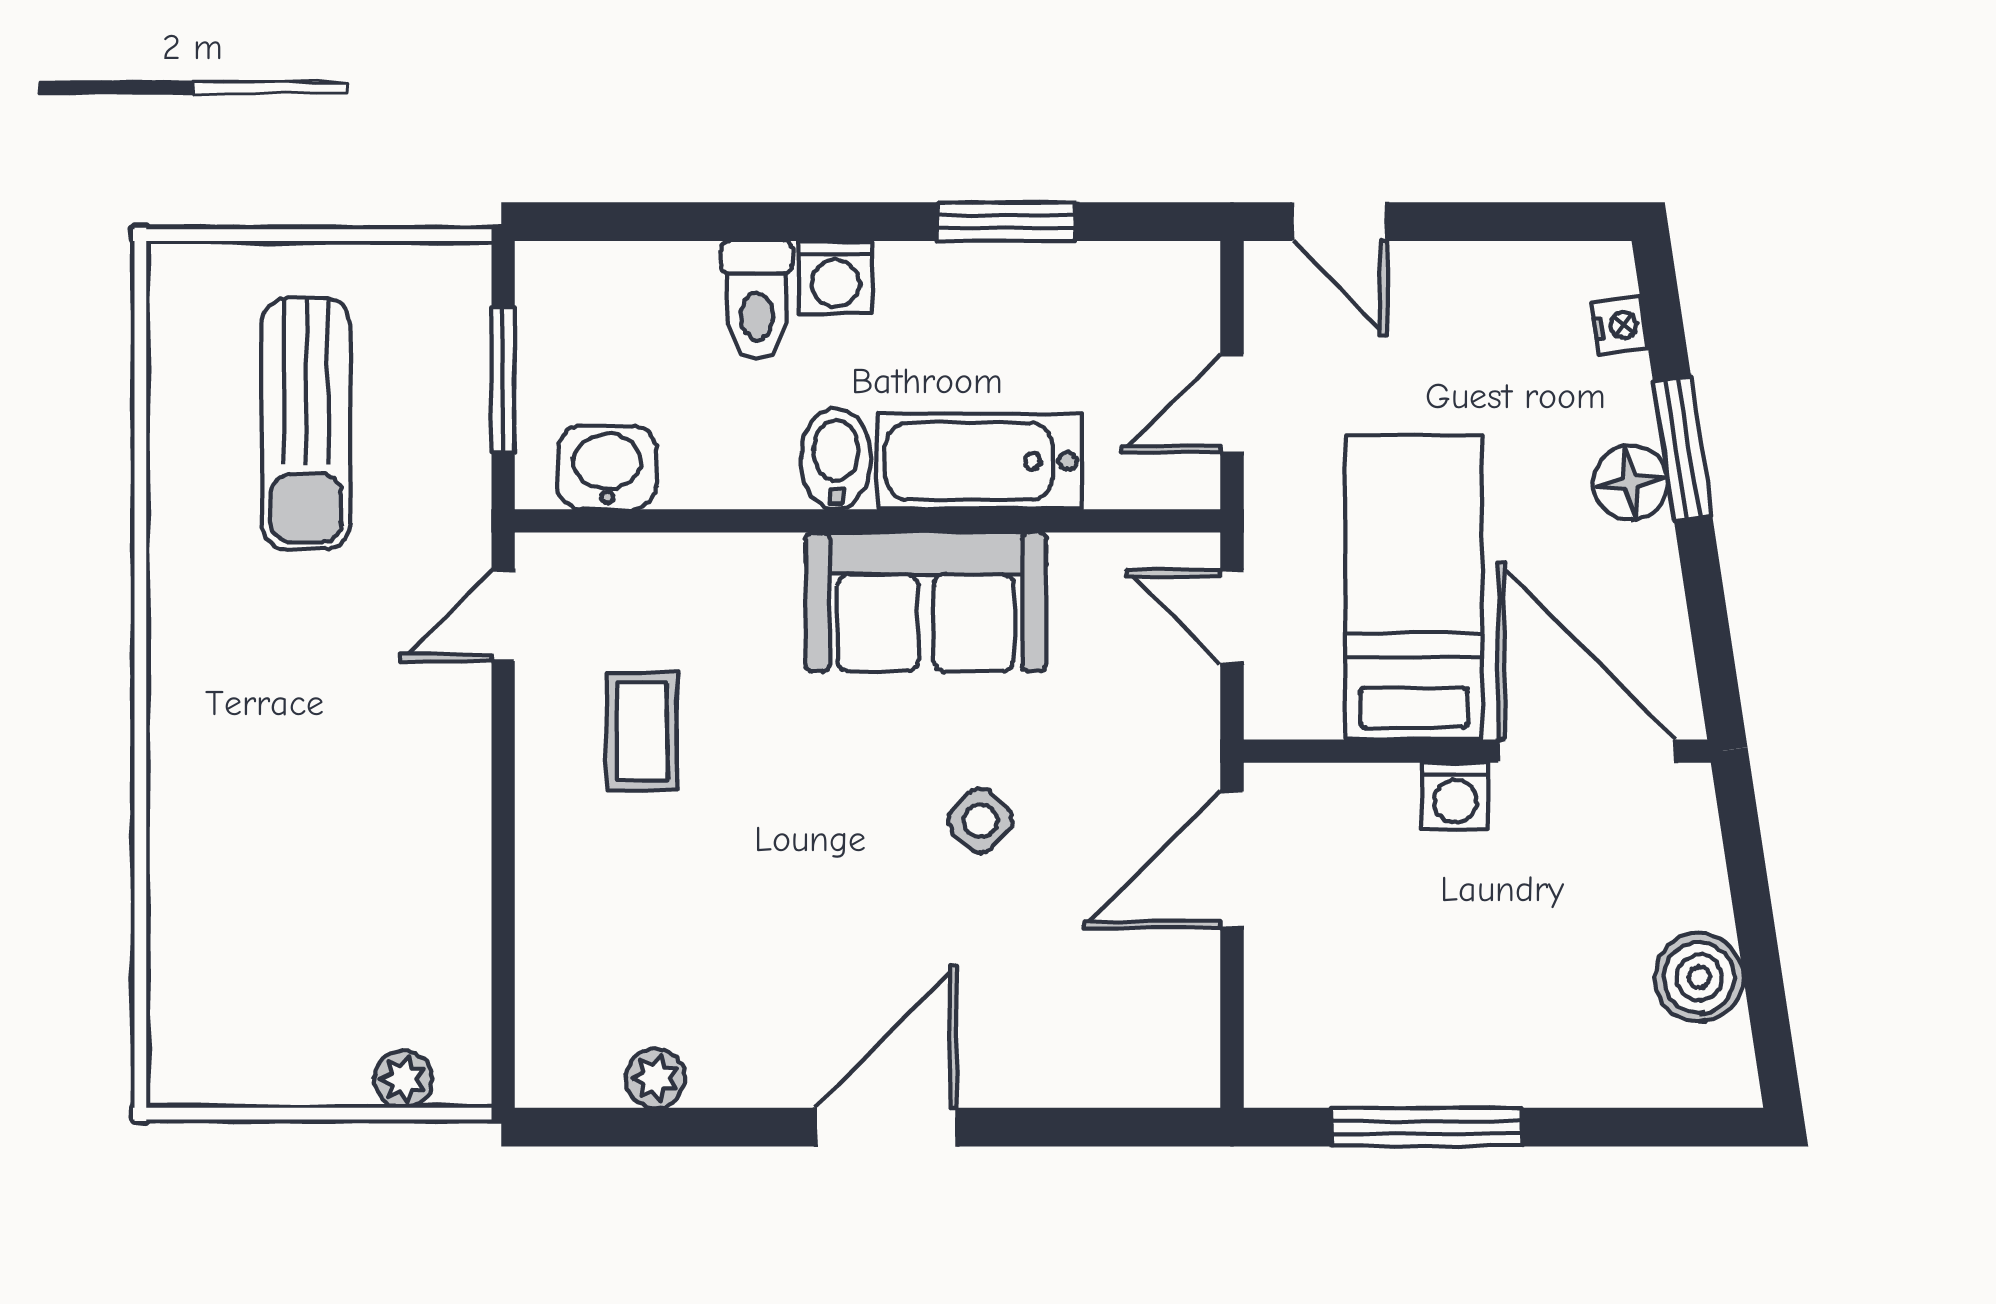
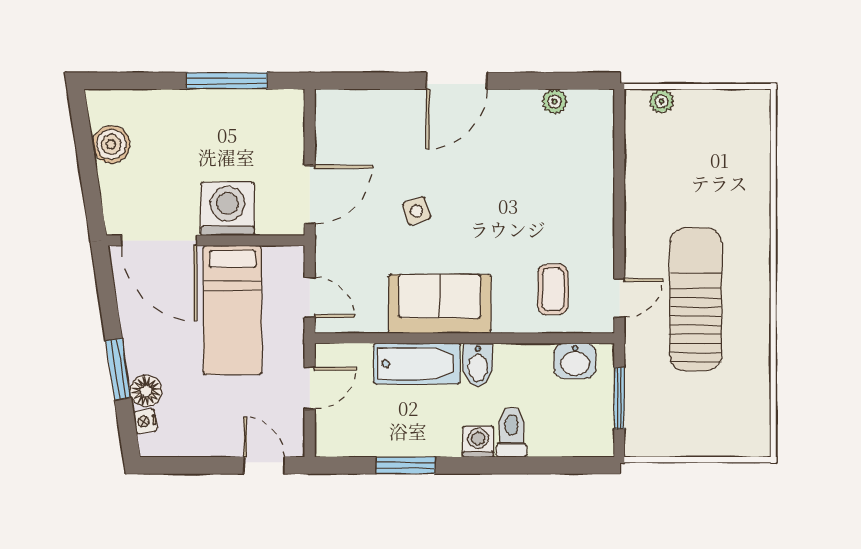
sun lounger: (306, 424) -> (696, 299), moved, width x1.36, depth x1.34
floor lamp: (1630, 482) -> (146, 391), moved
coffee table: (642, 731) -> (553, 290), moved
washing machine: (1455, 796) -> (227, 209), width x1.89, depth x1.89
side table: (980, 821) -> (417, 211), turned 30

